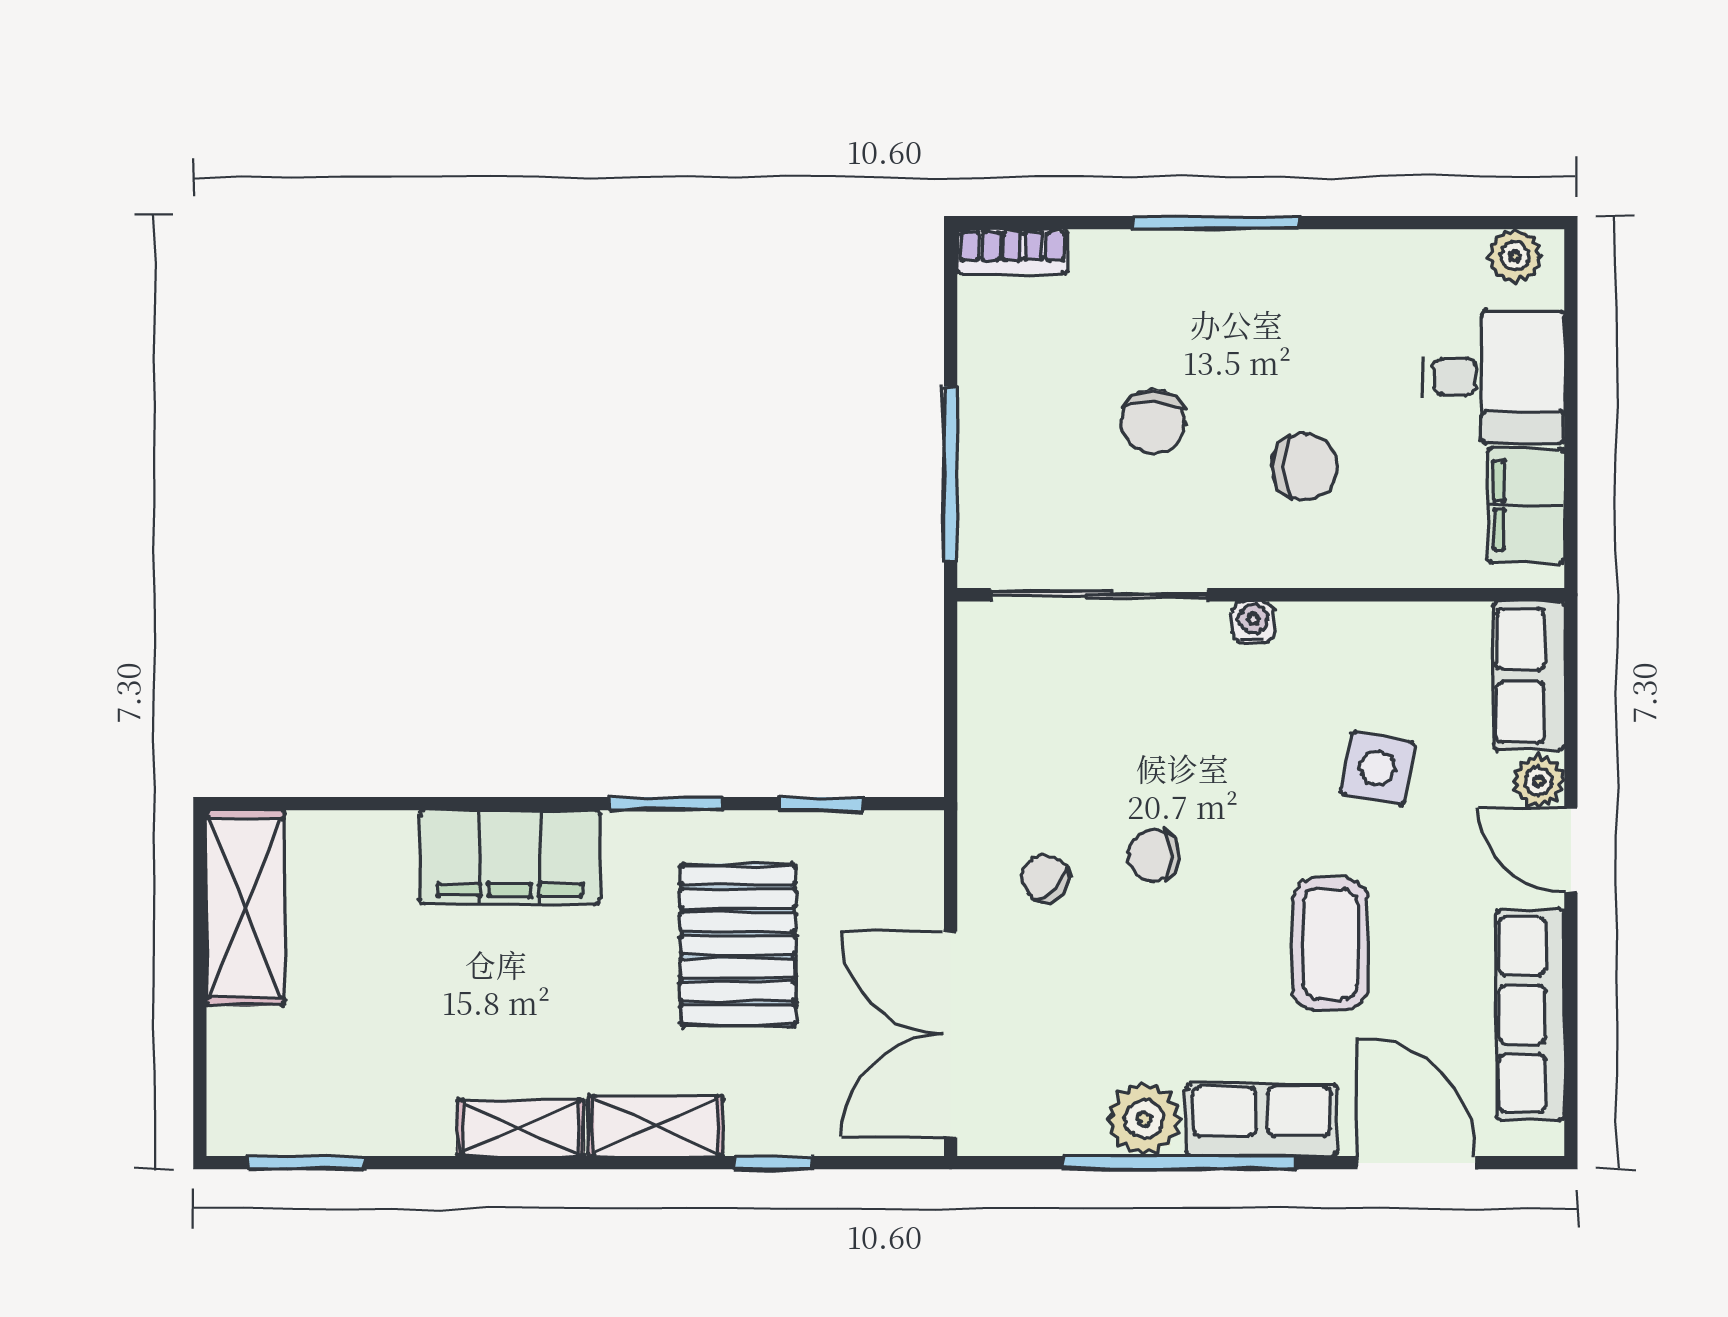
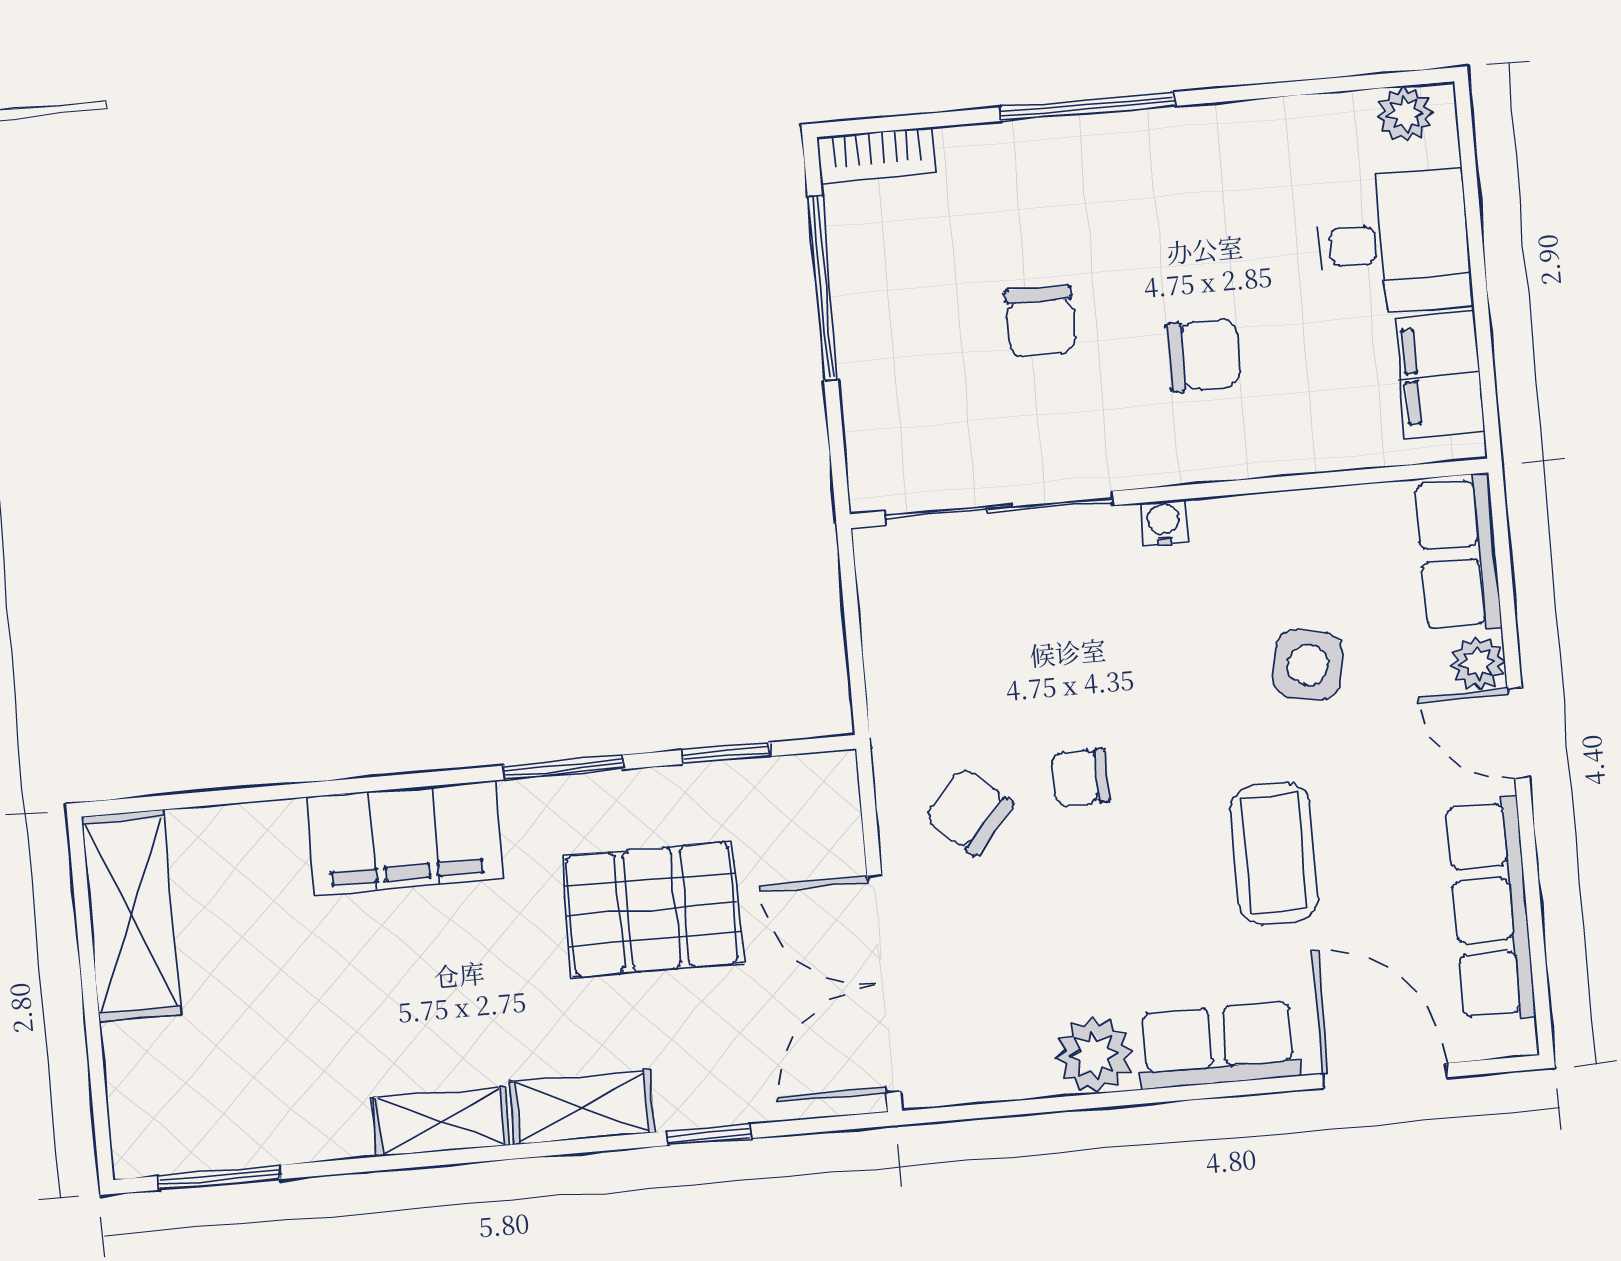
window: (951, 474) -> (823, 287), moved
chair: (1045, 878) -> (968, 811), width x1.37, depth x1.37
pallet: (738, 945) -> (652, 909), turned 90
window: (1180, 1163) -> (1136, 1097), removed

